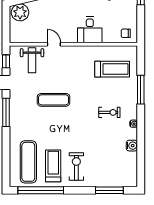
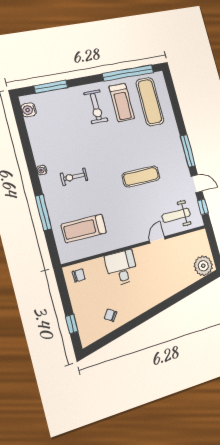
door: (54, 44) -> (157, 240), swing flipped
weight bench: (32, 60) -> (176, 215), turned -90
water cooler: (132, 146) -> (29, 110), moved

